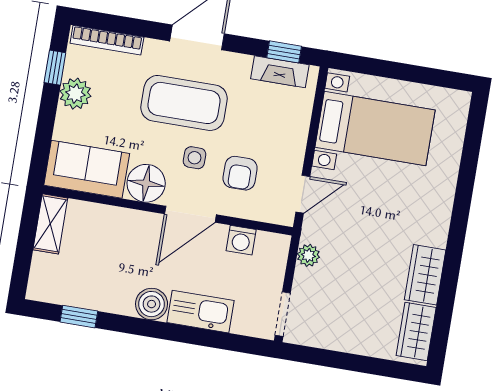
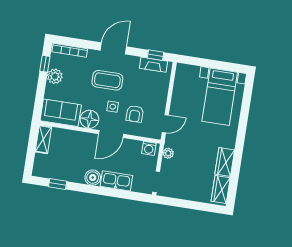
coffee table: (184, 103) -> (107, 80), width x0.73, depth x0.76
bed with nightstands: (375, 129) -> (220, 97), moved, turned 90
washing machine: (241, 240) -> (149, 148), moved

